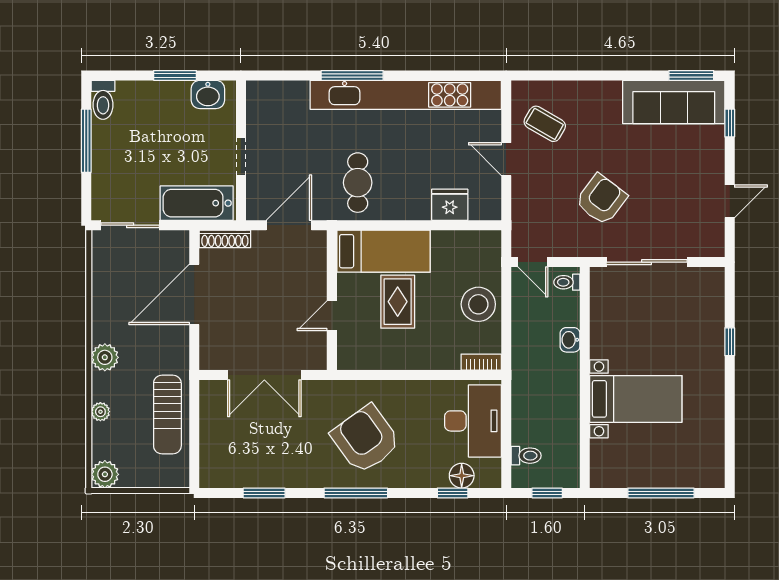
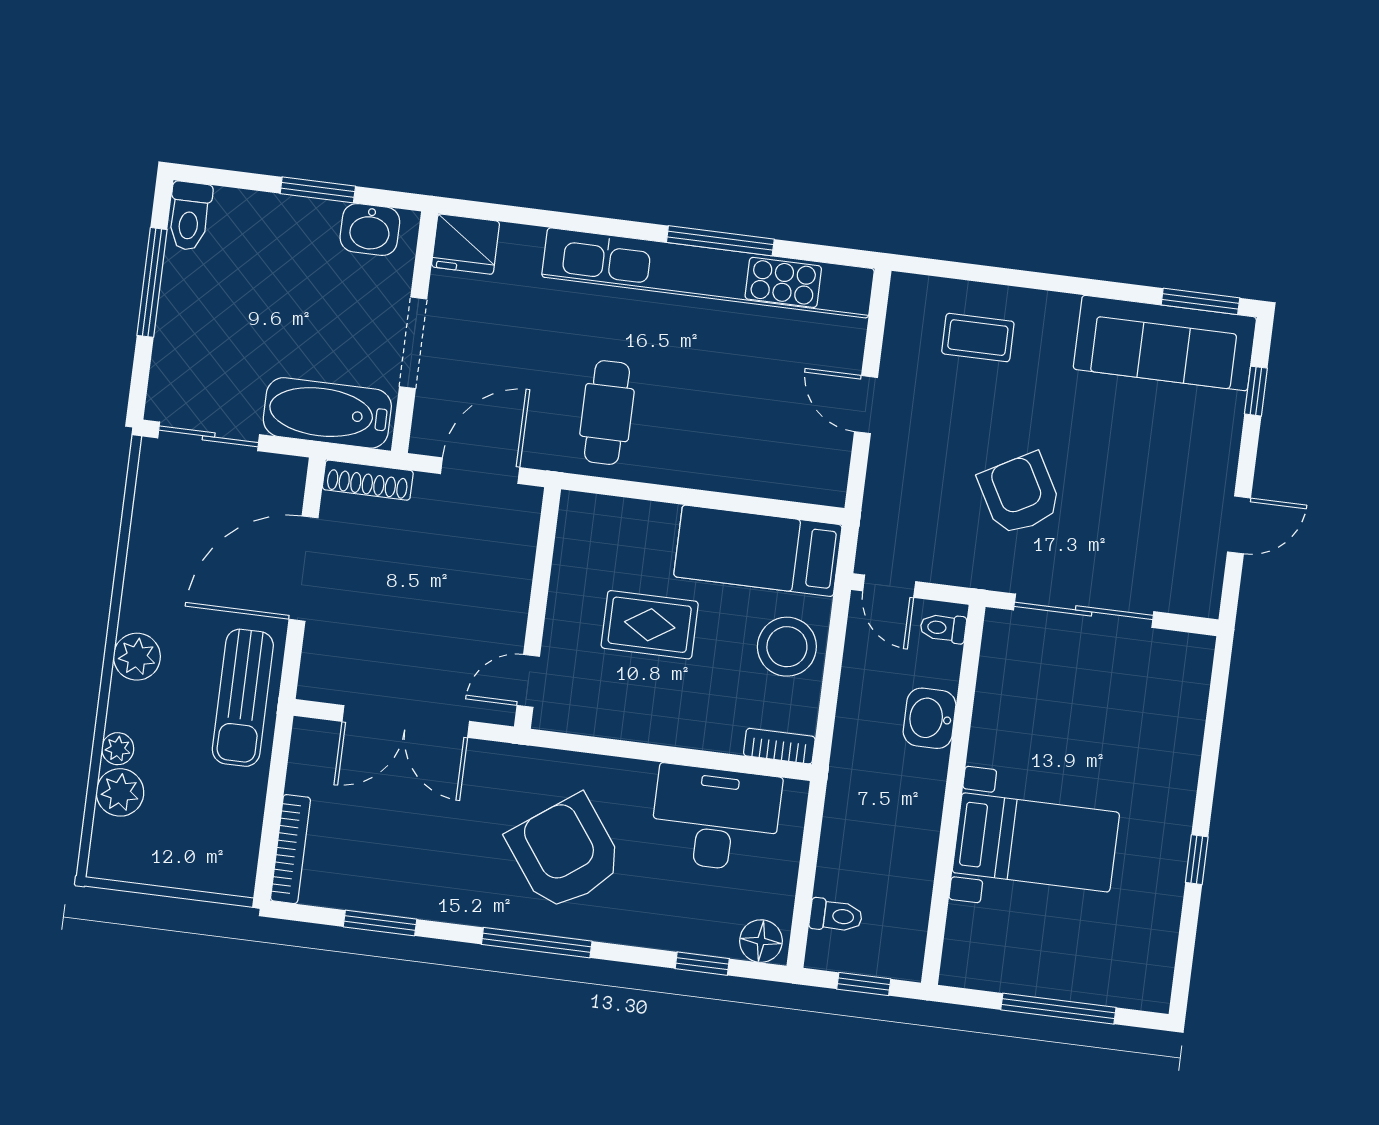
window: (352, 75) -> (720, 241), moved
coffee table: (545, 124) -> (978, 338), moved, turned -30
doorway: (241, 157) -> (413, 343), width x1.38
armchair: (601, 199) -> (1020, 494), turned -66
fridge: (450, 205) -> (466, 244), moved, turned 180
bed: (383, 251) -> (758, 551), moved, turned 180
rug: (398, 302) -> (650, 625), turned 90
door: (332, 316) -> (528, 681), moved
washbasin: (570, 340) -> (930, 718), width x1.38, depth x1.45
window: (730, 342) -> (1197, 860), moved
sun lounger: (167, 415) -> (243, 698), moved
desk: (473, 421) -> (716, 818), moved, turned -90
bookcase: (207, 457) -> (290, 849), added
plant: (105, 474) -> (120, 792), moved
floor lamp: (462, 476) -> (761, 941), moved

